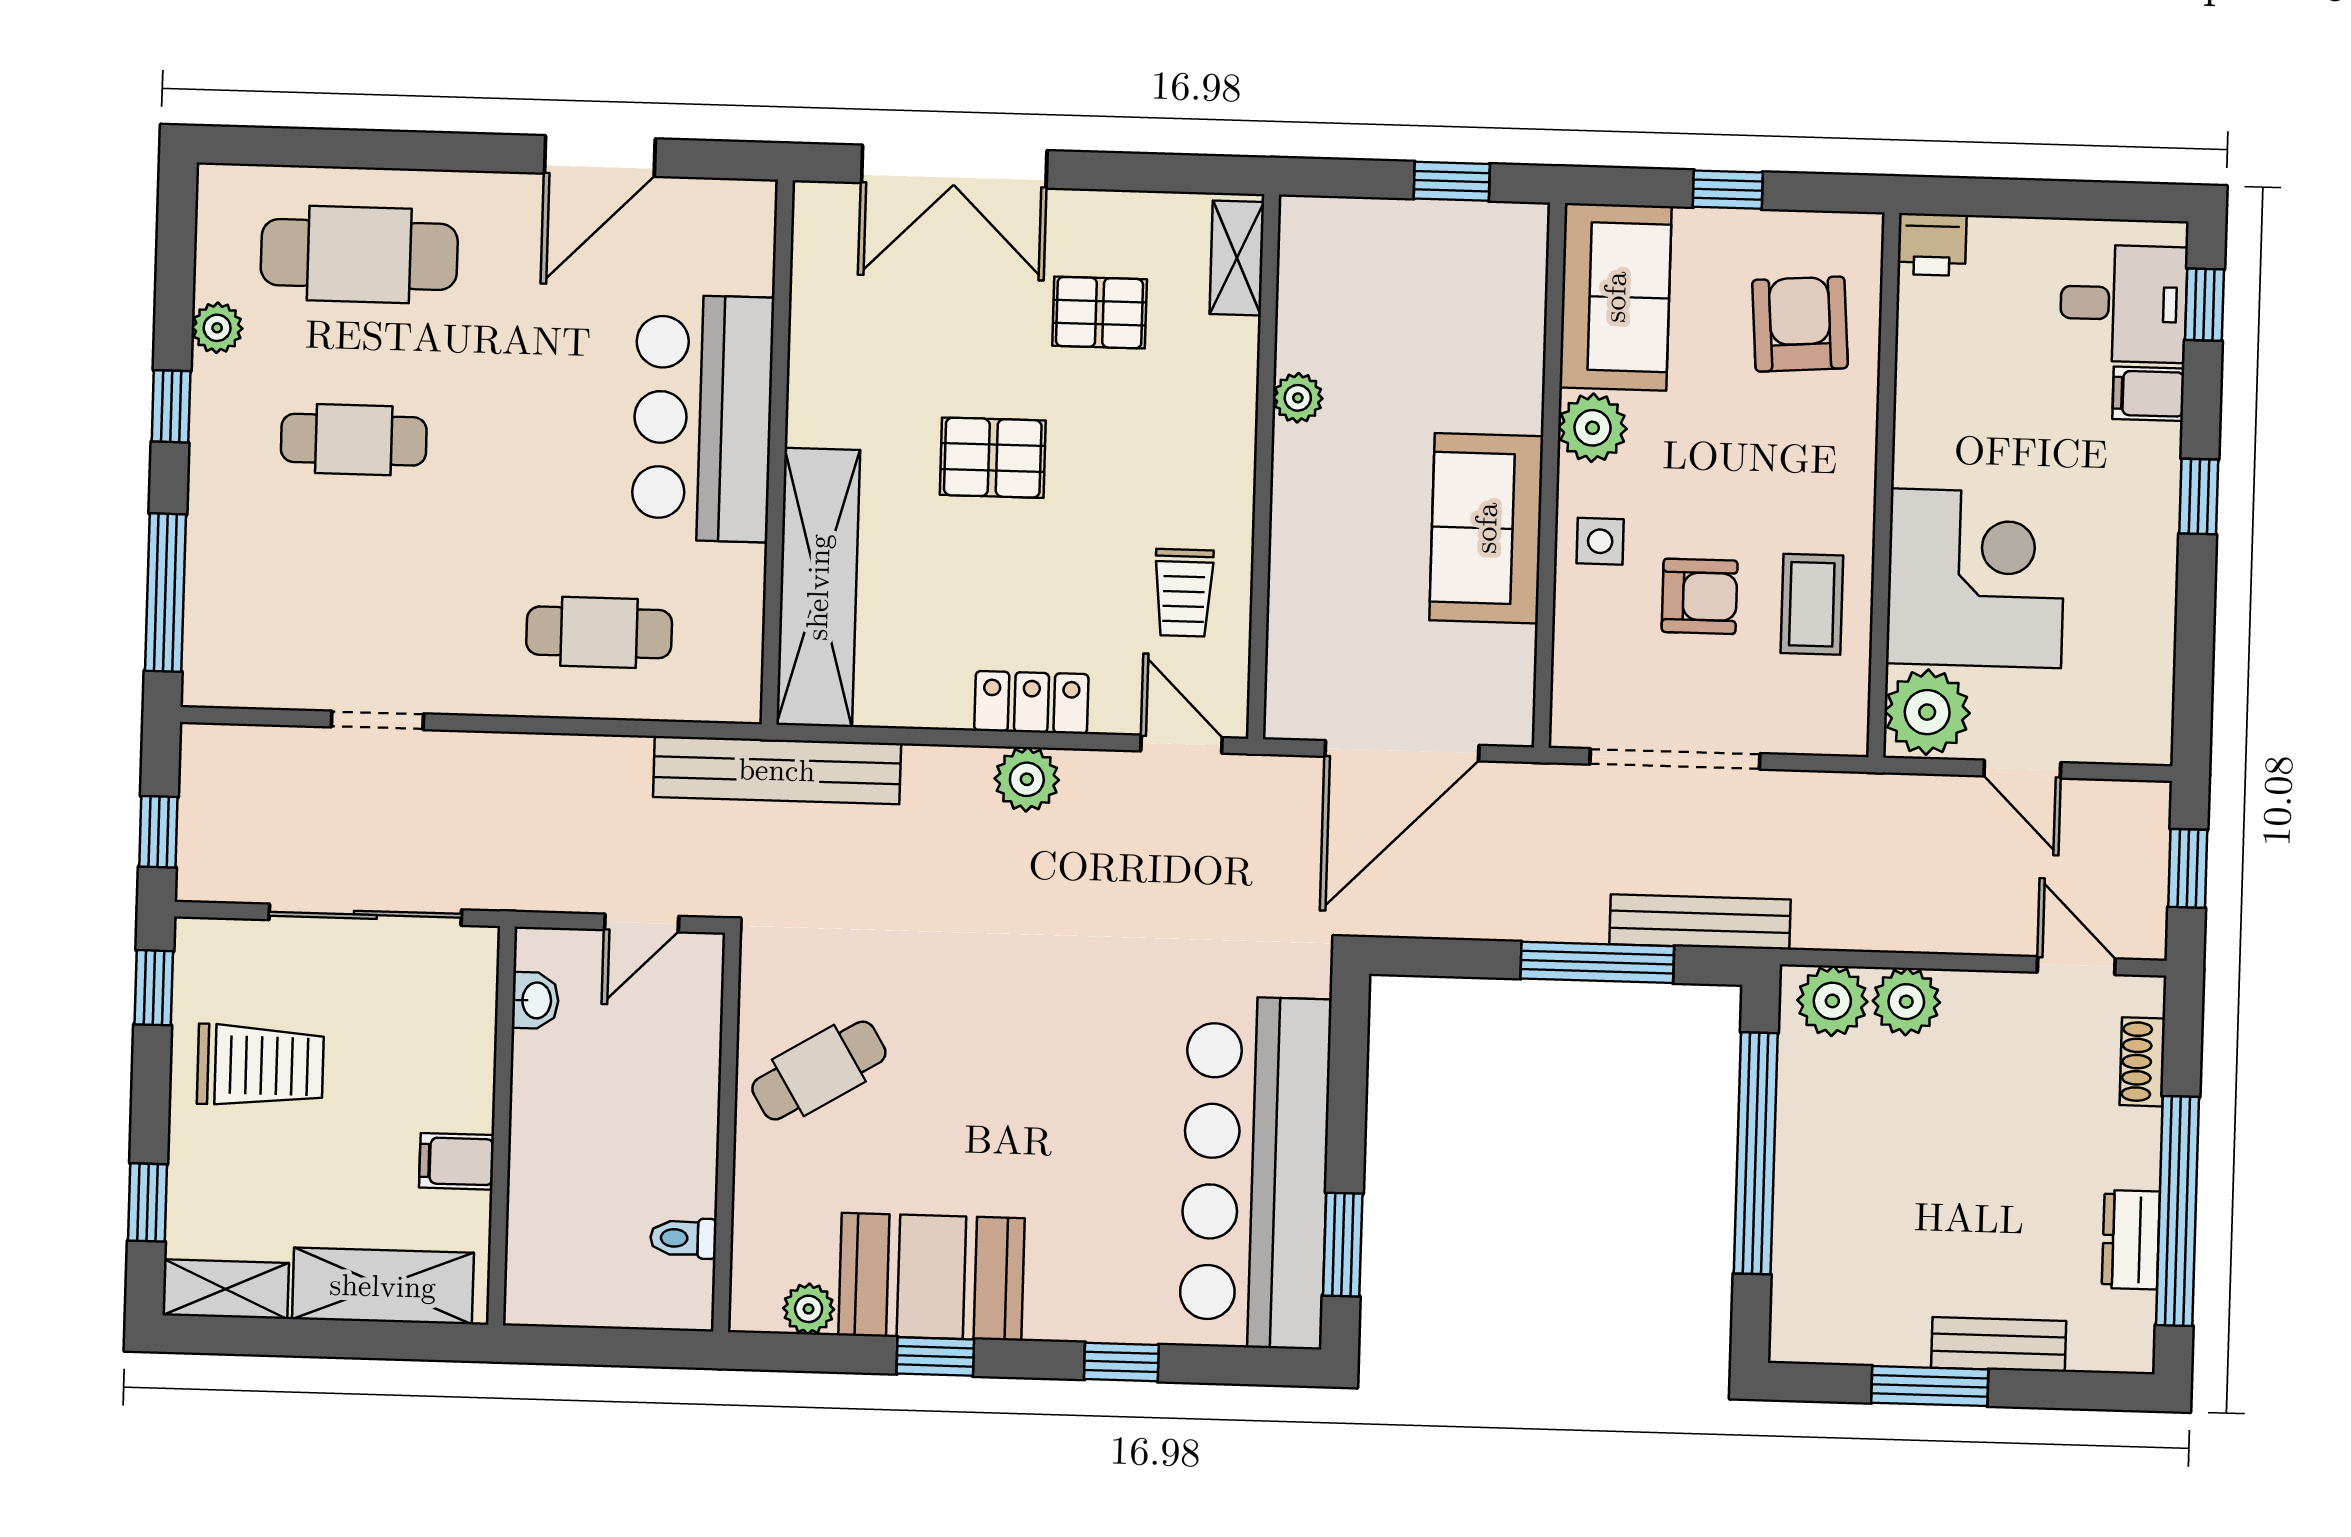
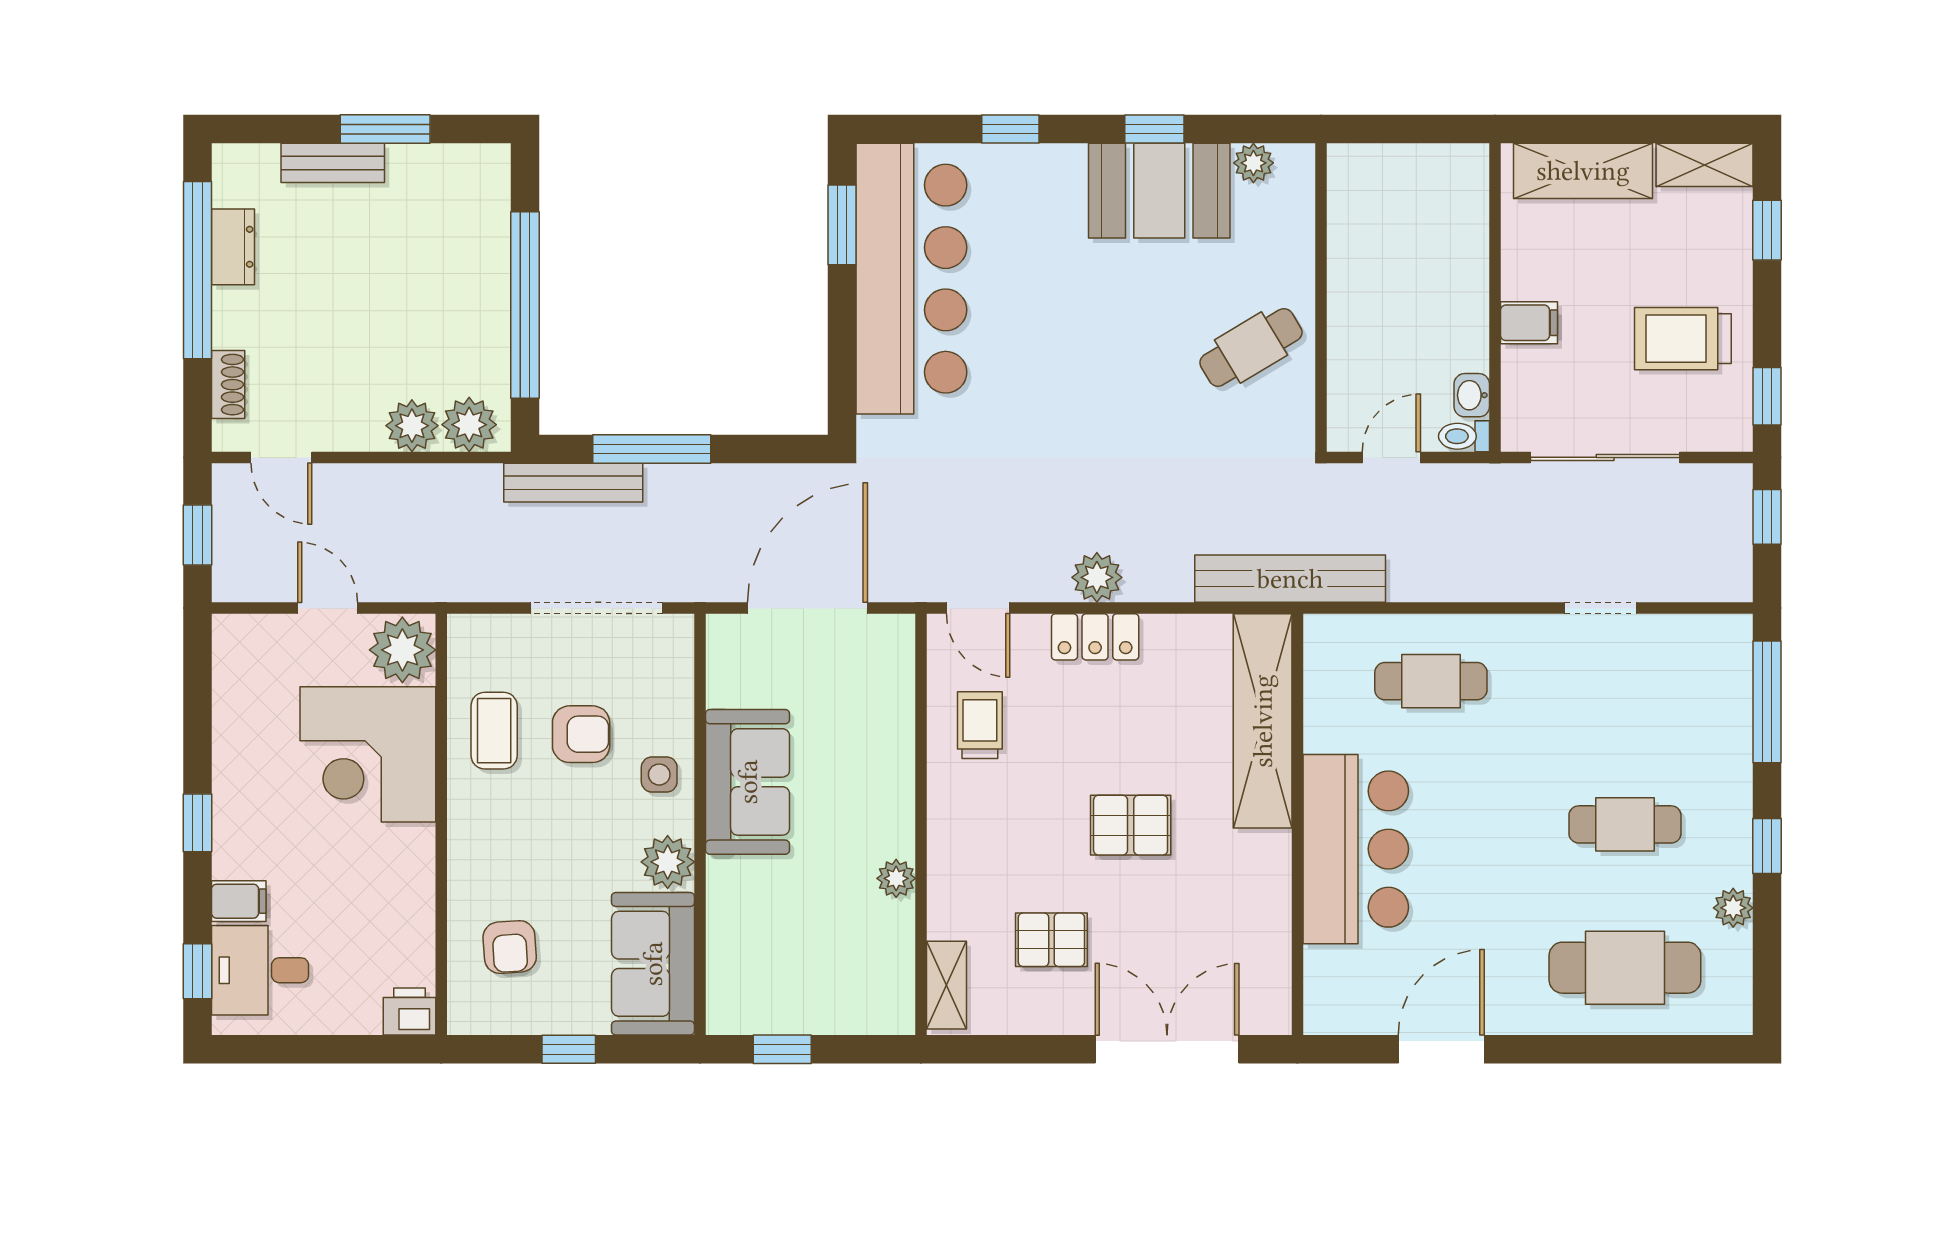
armchair: (1800, 324) -> (510, 947), width x0.72, depth x0.72
armchair: (1700, 596) -> (581, 734), turned 180
filing cabinet: (457, 1161) -> (1529, 323), moved
toilet: (683, 1238) -> (1464, 436), moved, turned 180

